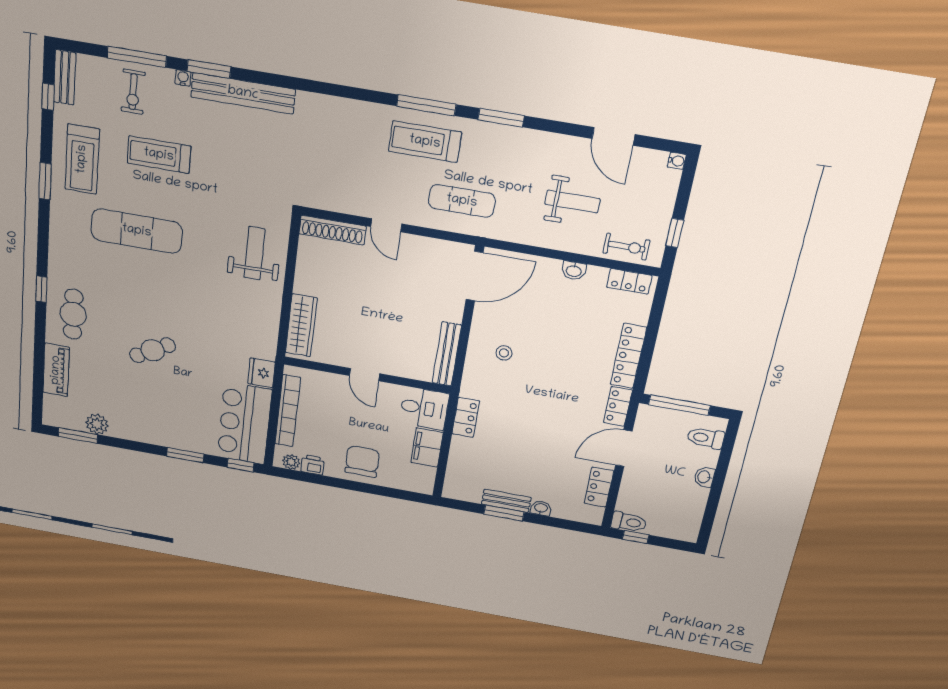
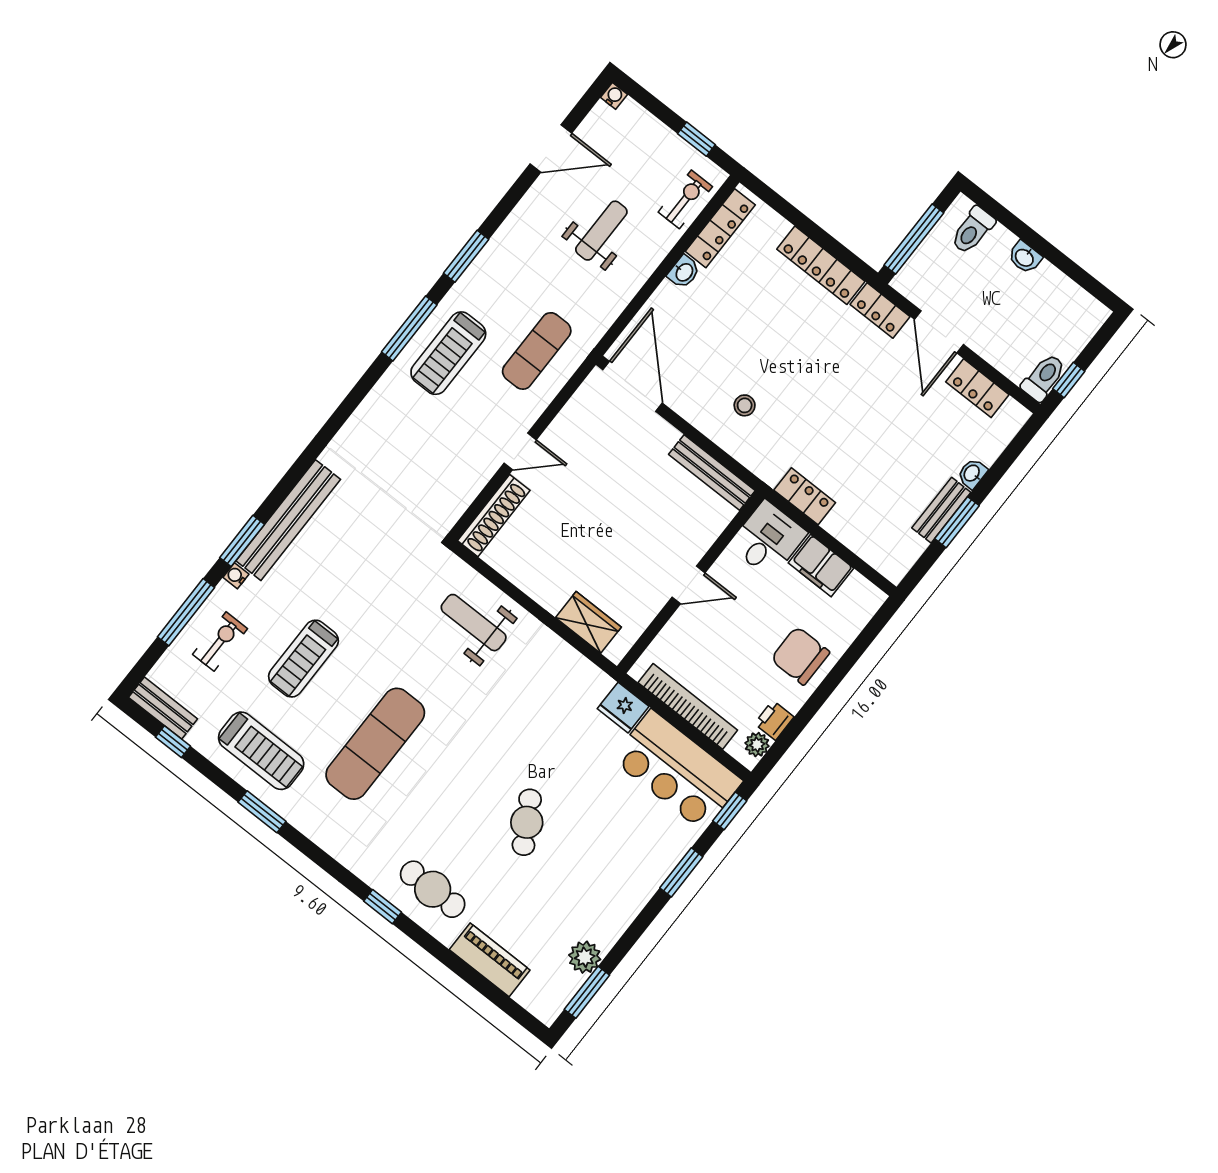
exercise bike: (133, 92) -> (220, 641), turned -90
locker: (629, 281) -> (720, 228), width x1.53
wardrobe: (301, 325) -> (588, 622), width x0.67

